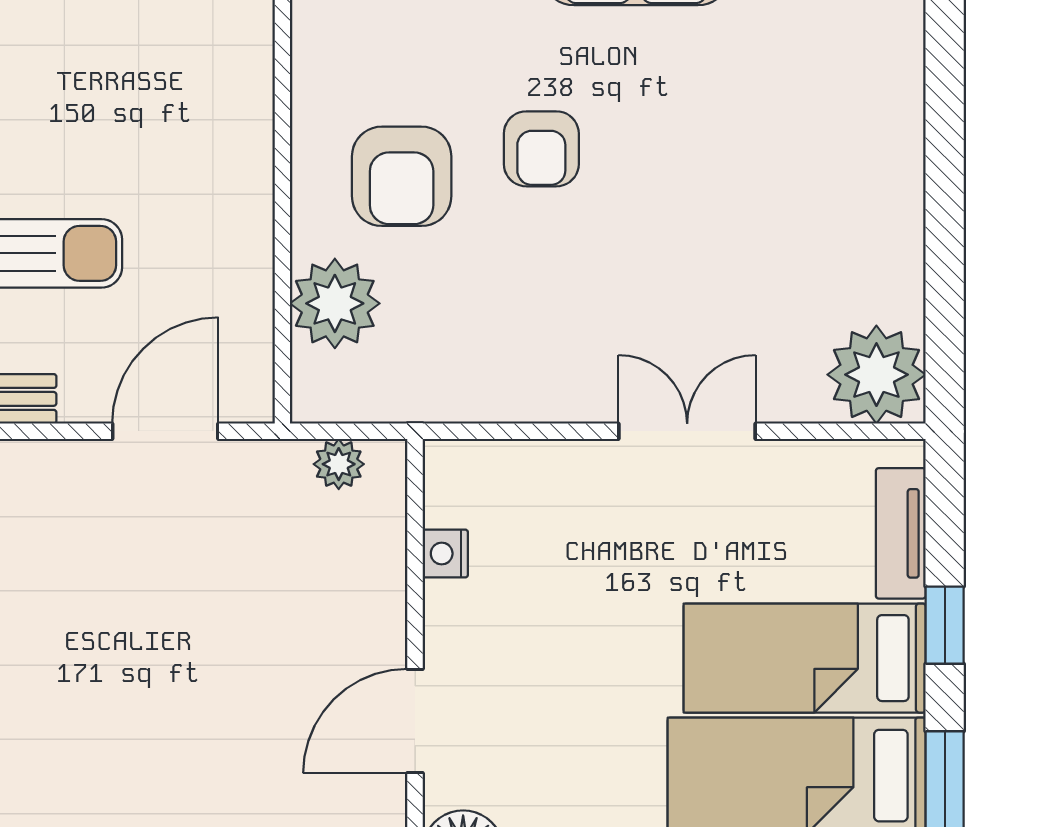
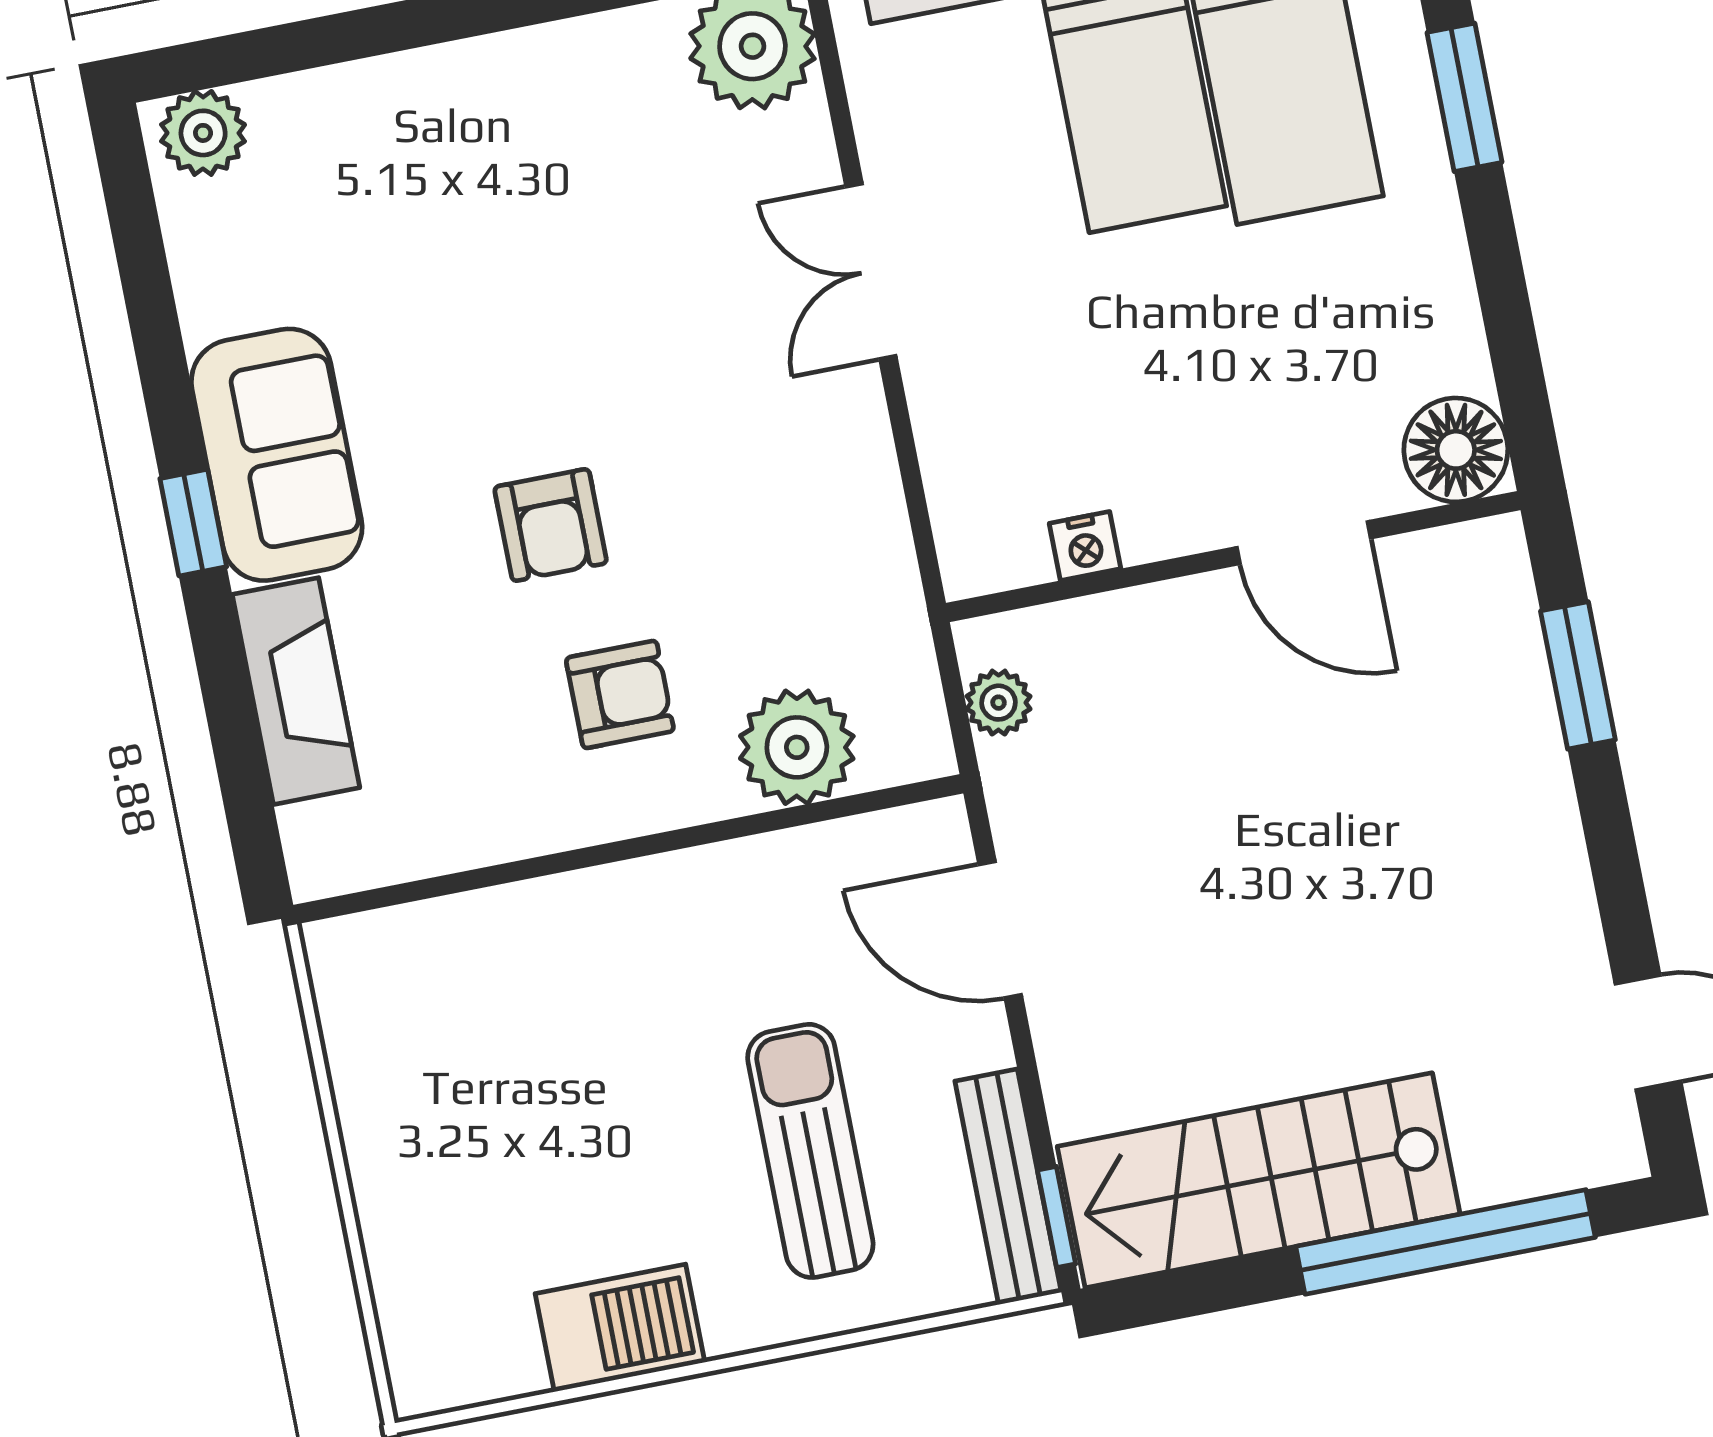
armchair: (541, 149) -> (551, 525), turned 90
armchair: (402, 176) -> (620, 694), width x0.72, depth x0.72

